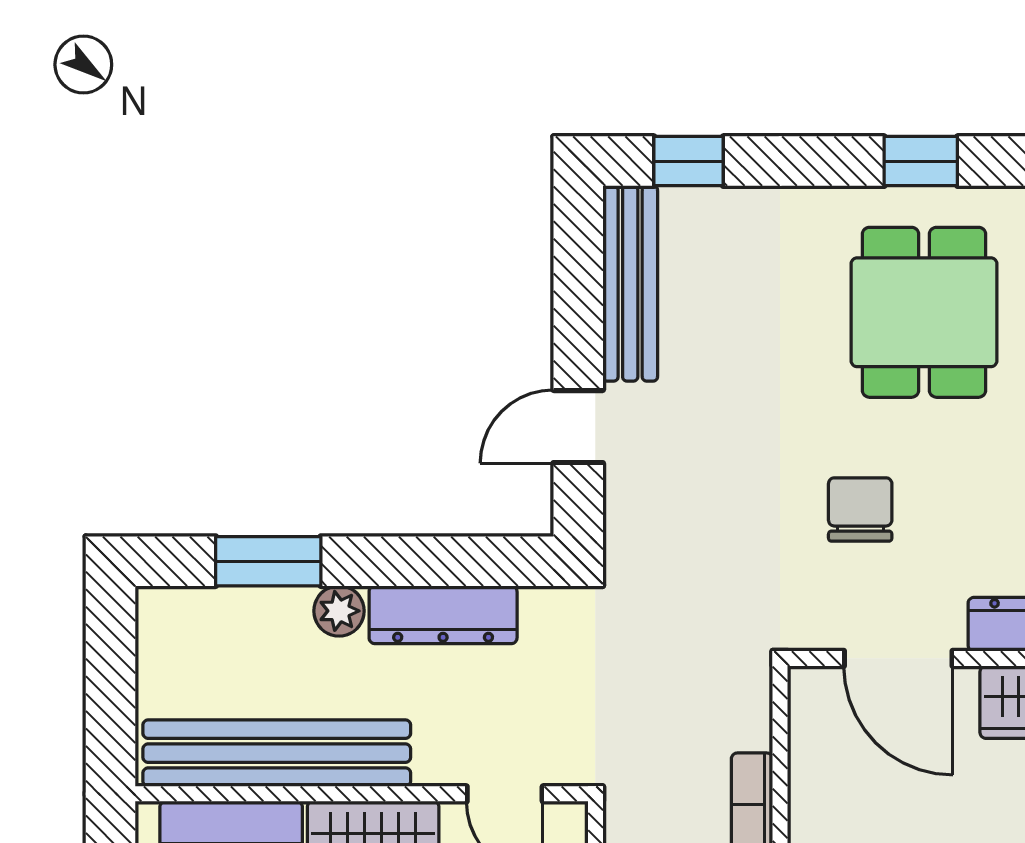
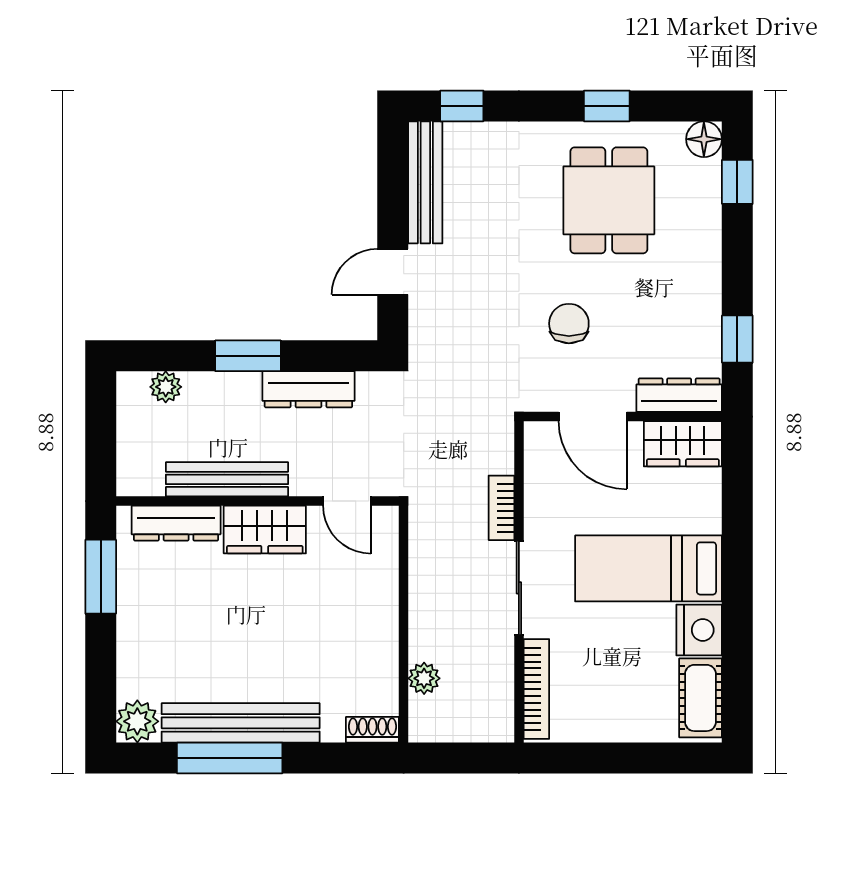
window: (268, 561) -> (248, 356), moved
plant: (339, 611) -> (166, 387), moved
bench: (277, 753) -> (227, 479), width x0.73, depth x0.82

